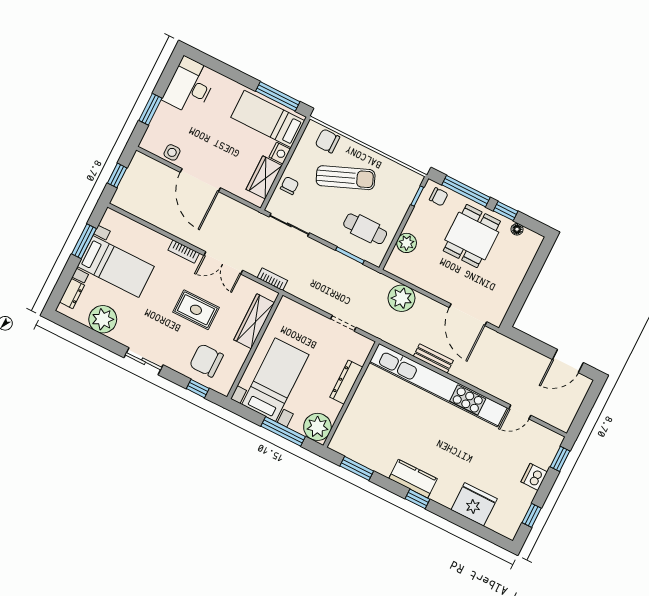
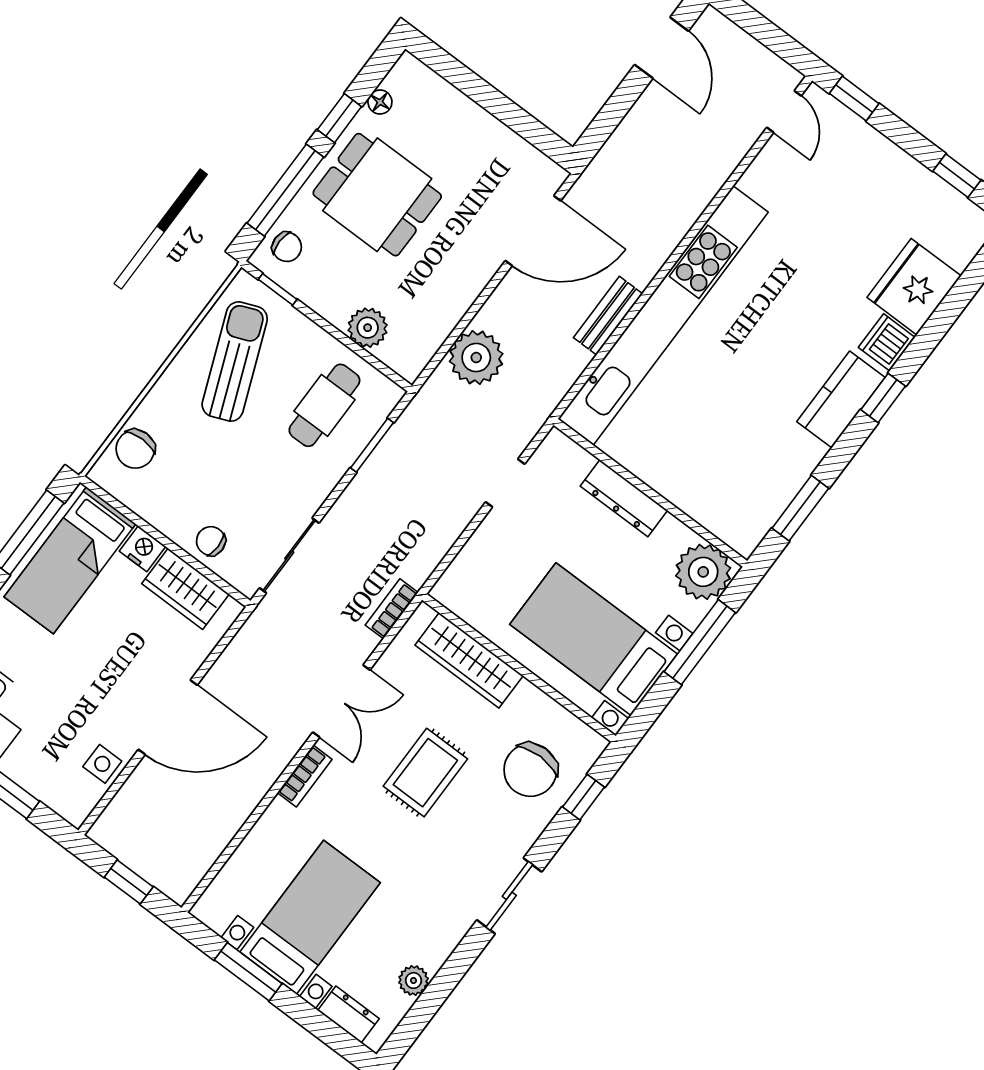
sun lounger: (346, 178) -> (235, 362), moved
chair: (439, 197) -> (287, 247), turned 90
plant: (103, 319) -> (414, 981), width x0.53, depth x0.53
door: (520, 412) -> (784, 112), moved
dishwasher: (534, 477) -> (887, 342), moved, turned 90

